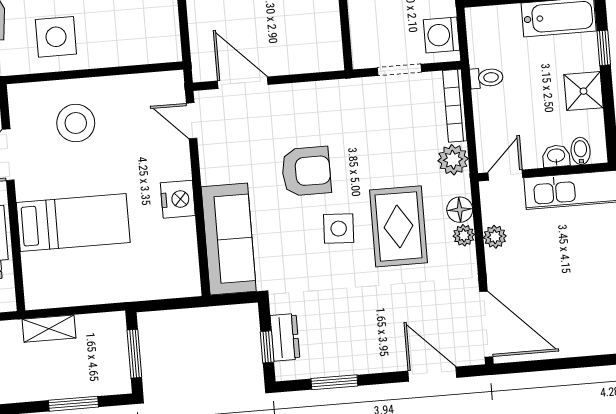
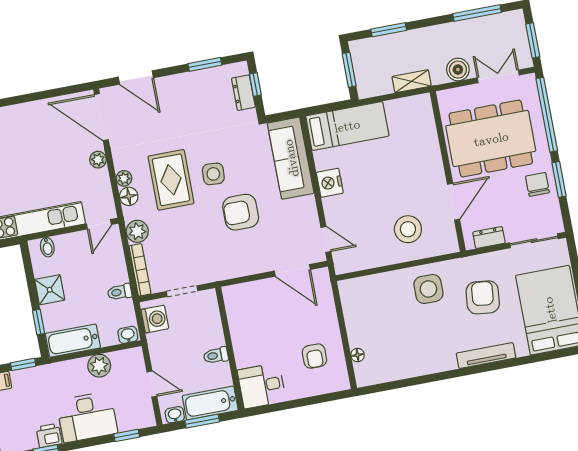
washbasin: (556, 156) -> (128, 335), moved, turned 180
bed: (73, 223) -> (347, 126), moved, turned 180
plant: (495, 237) -> (98, 160), moved

